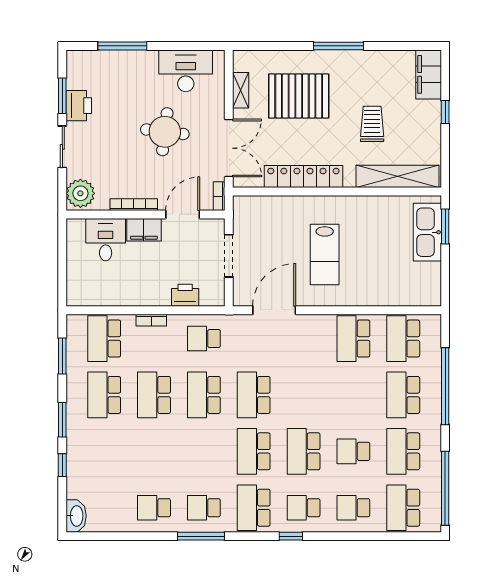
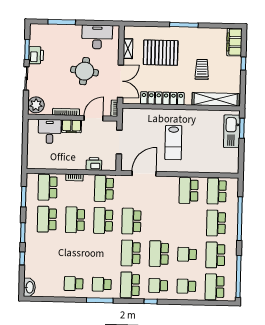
school desk: (204, 339) -> (104, 189), width x1.85

